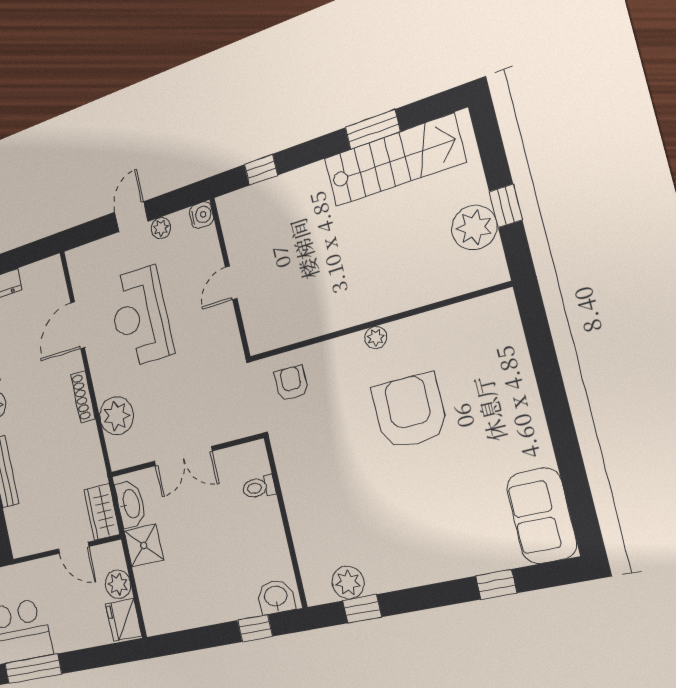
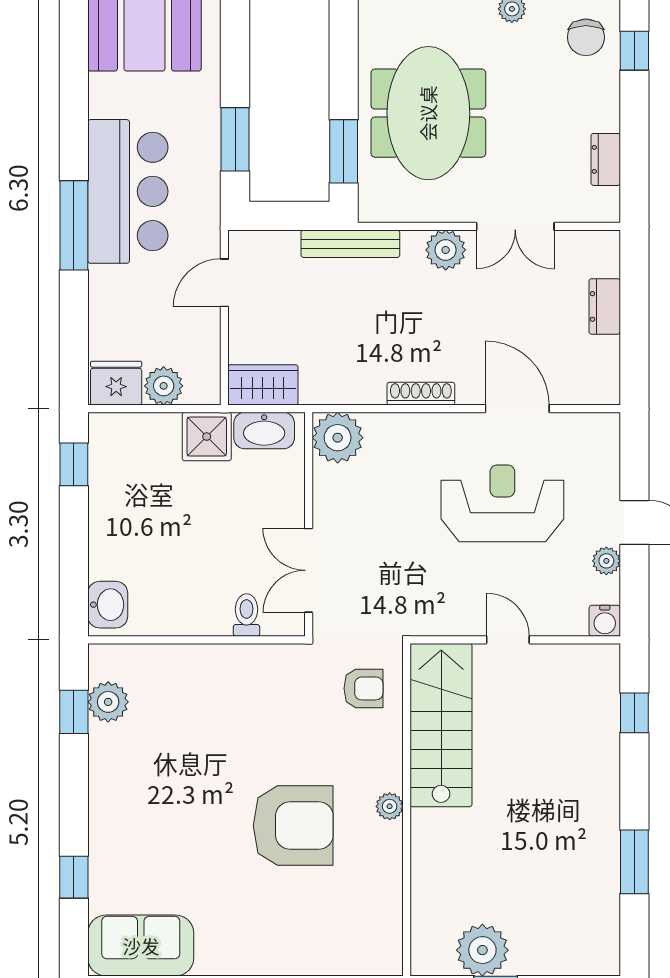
stairs: (394, 160) -> (441, 725), moved, turned 180
plant: (117, 416) -> (338, 438), moved
double door: (183, 456) -> (309, 570), moved
door: (74, 548) -> (224, 283), moved
window: (255, 628) -> (74, 464), moved

